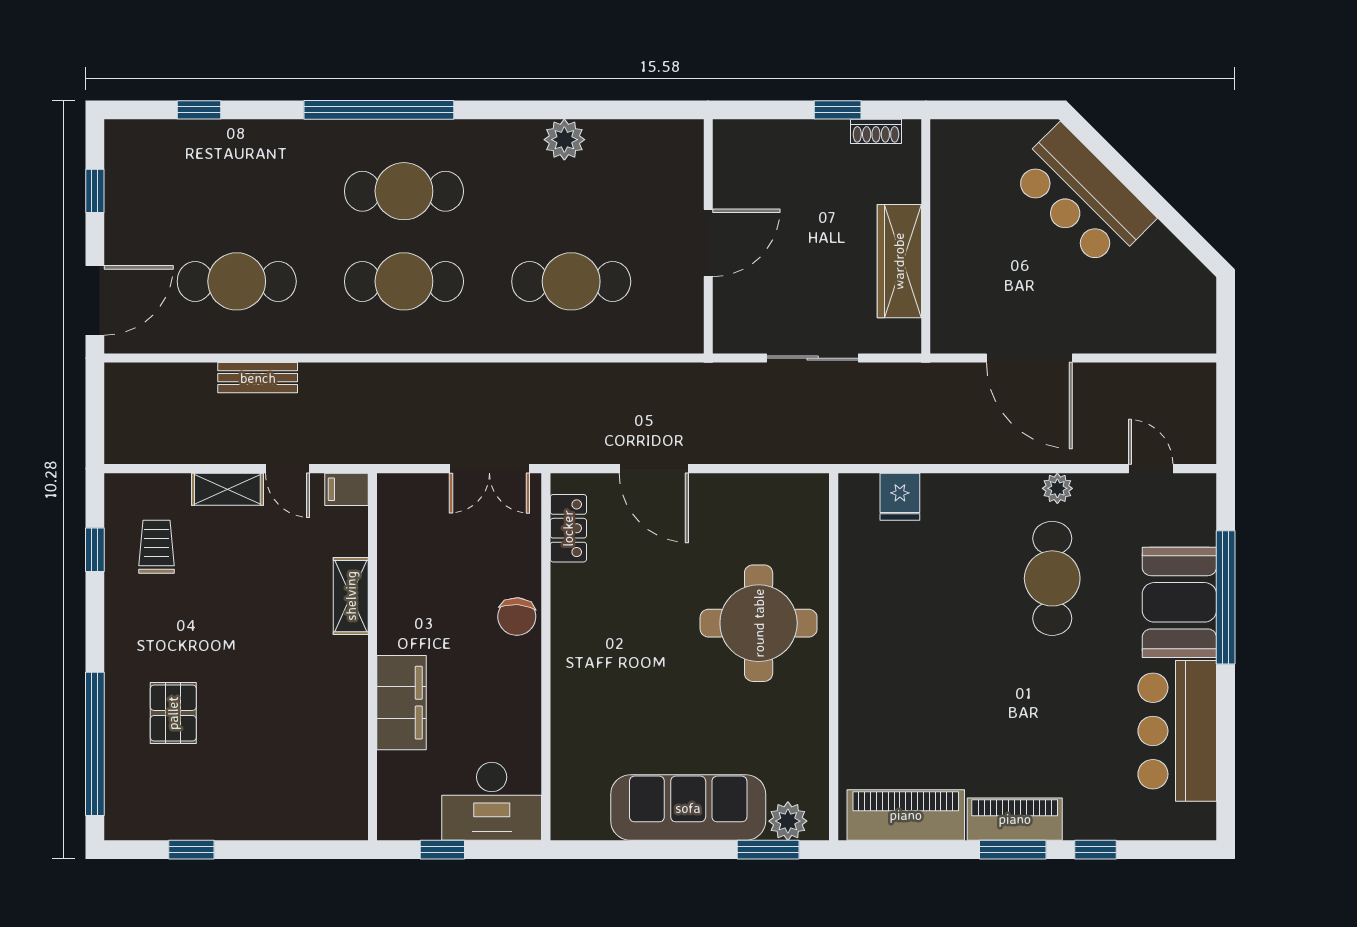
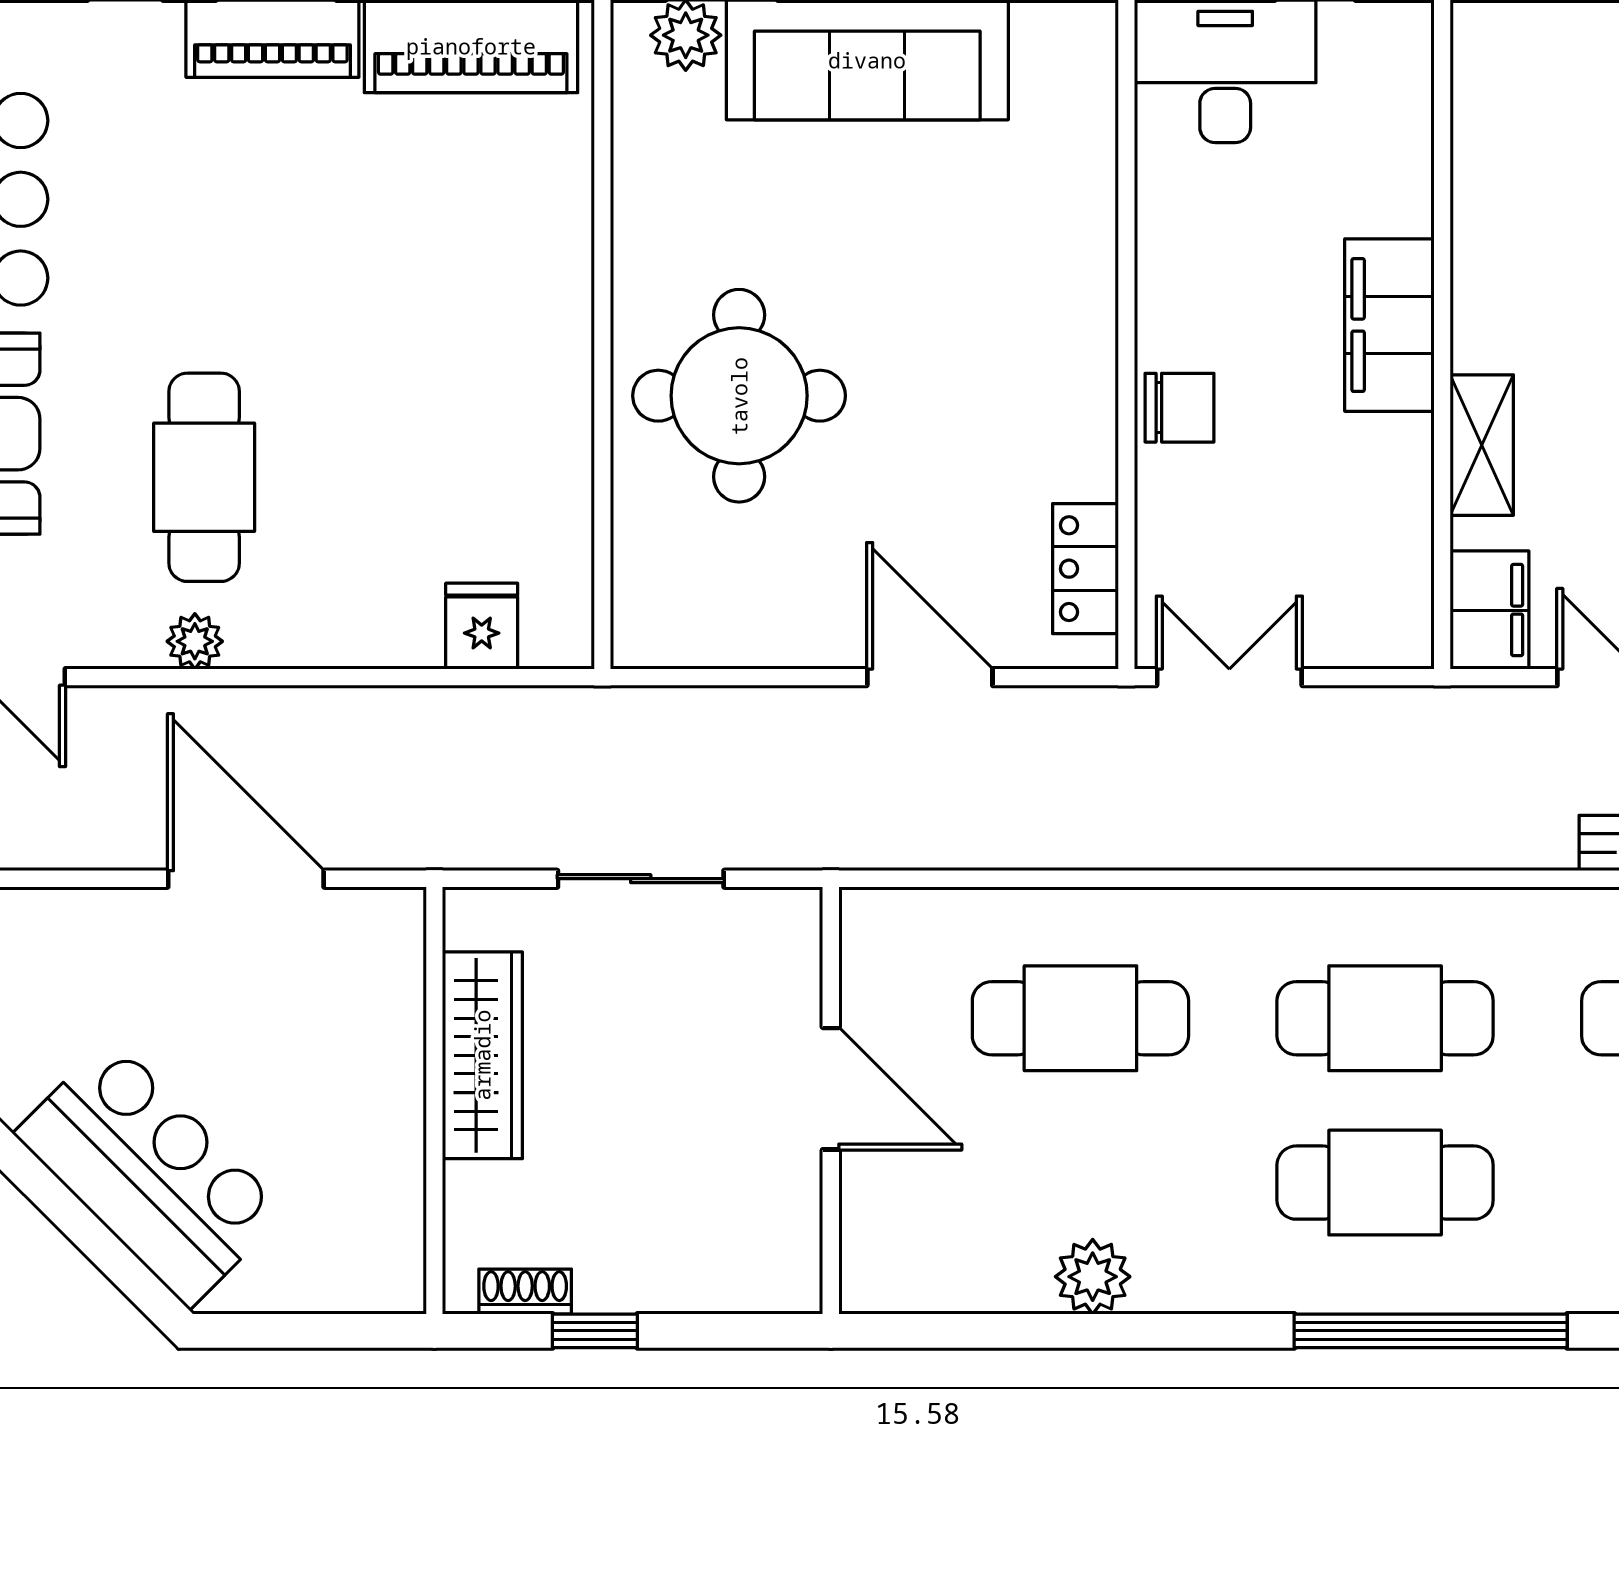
door: (708, 243) -> (831, 1089), swing flipped
filing cabinet: (347, 489) -> (1490, 610), width x2.00
chair: (517, 617) -> (1179, 408), turned 86
filing cabinet: (402, 703) -> (1389, 325), moved

